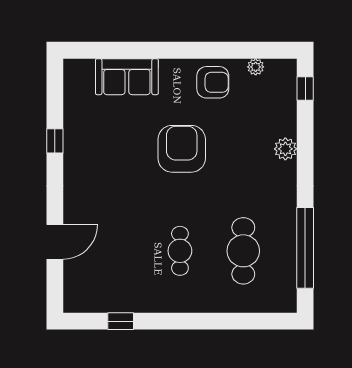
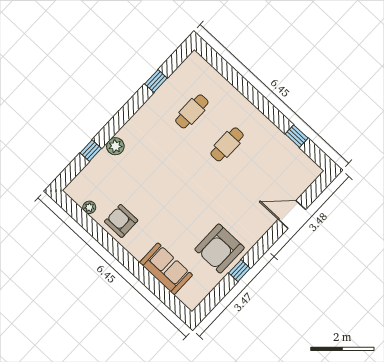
window: (305, 88) -> (91, 151), moved
armchair: (182, 149) -> (220, 248), moved
window: (305, 248) -> (156, 81), width x0.32
cafe table: (243, 251) -> (192, 111), width x0.73, depth x0.74

